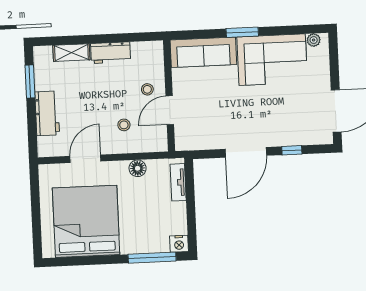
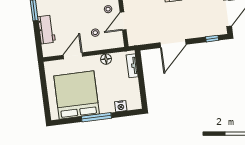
window: (292, 150) -> (212, 39), moved
nightstand: (179, 244) -> (121, 106), moved
window: (152, 258) -> (96, 117), moved

